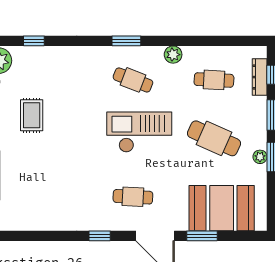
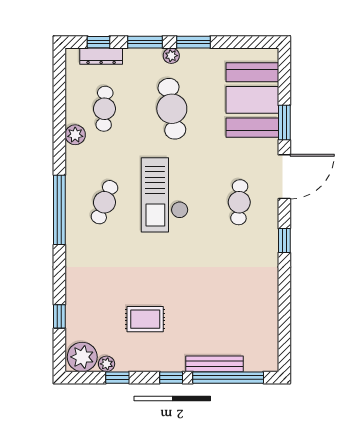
window: (126, 41) -> (59, 210), width x2.11
plant: (173, 55) -> (75, 135), moved
cafe table: (214, 138) -> (172, 109), turned -33
plant: (260, 157) -> (171, 56), moved

